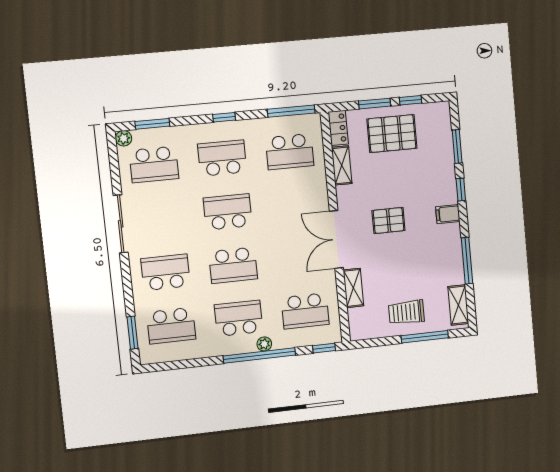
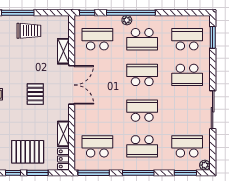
window: (224, 117) -> (138, 173), width x2.17
school desk: (228, 212) -> (142, 111), turned 180
pallet: (389, 221) -> (35, 94), turned 90

